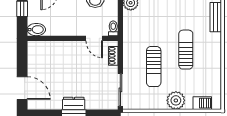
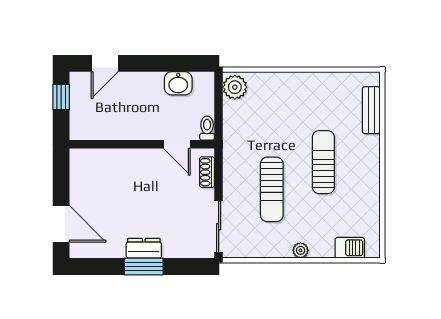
bidet: (36, 30) -> (84, 130), removed
plant: (176, 100) -> (301, 250), width x0.53, depth x0.53

